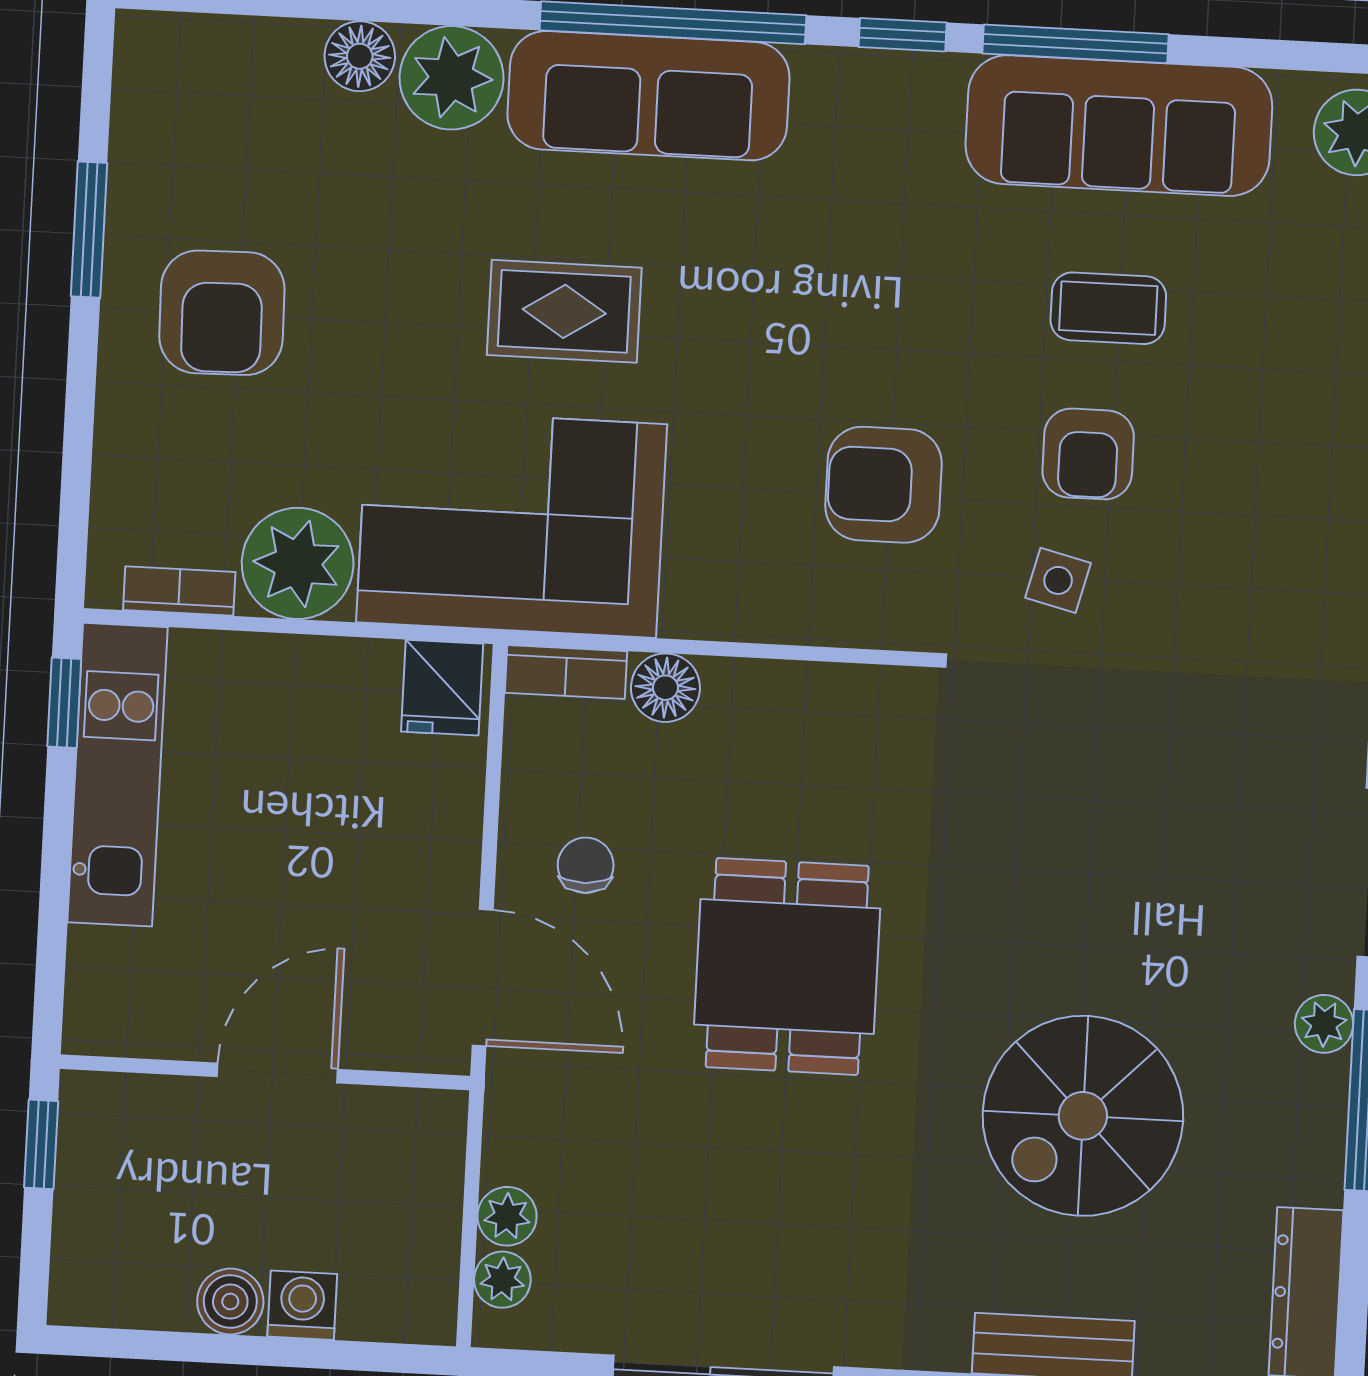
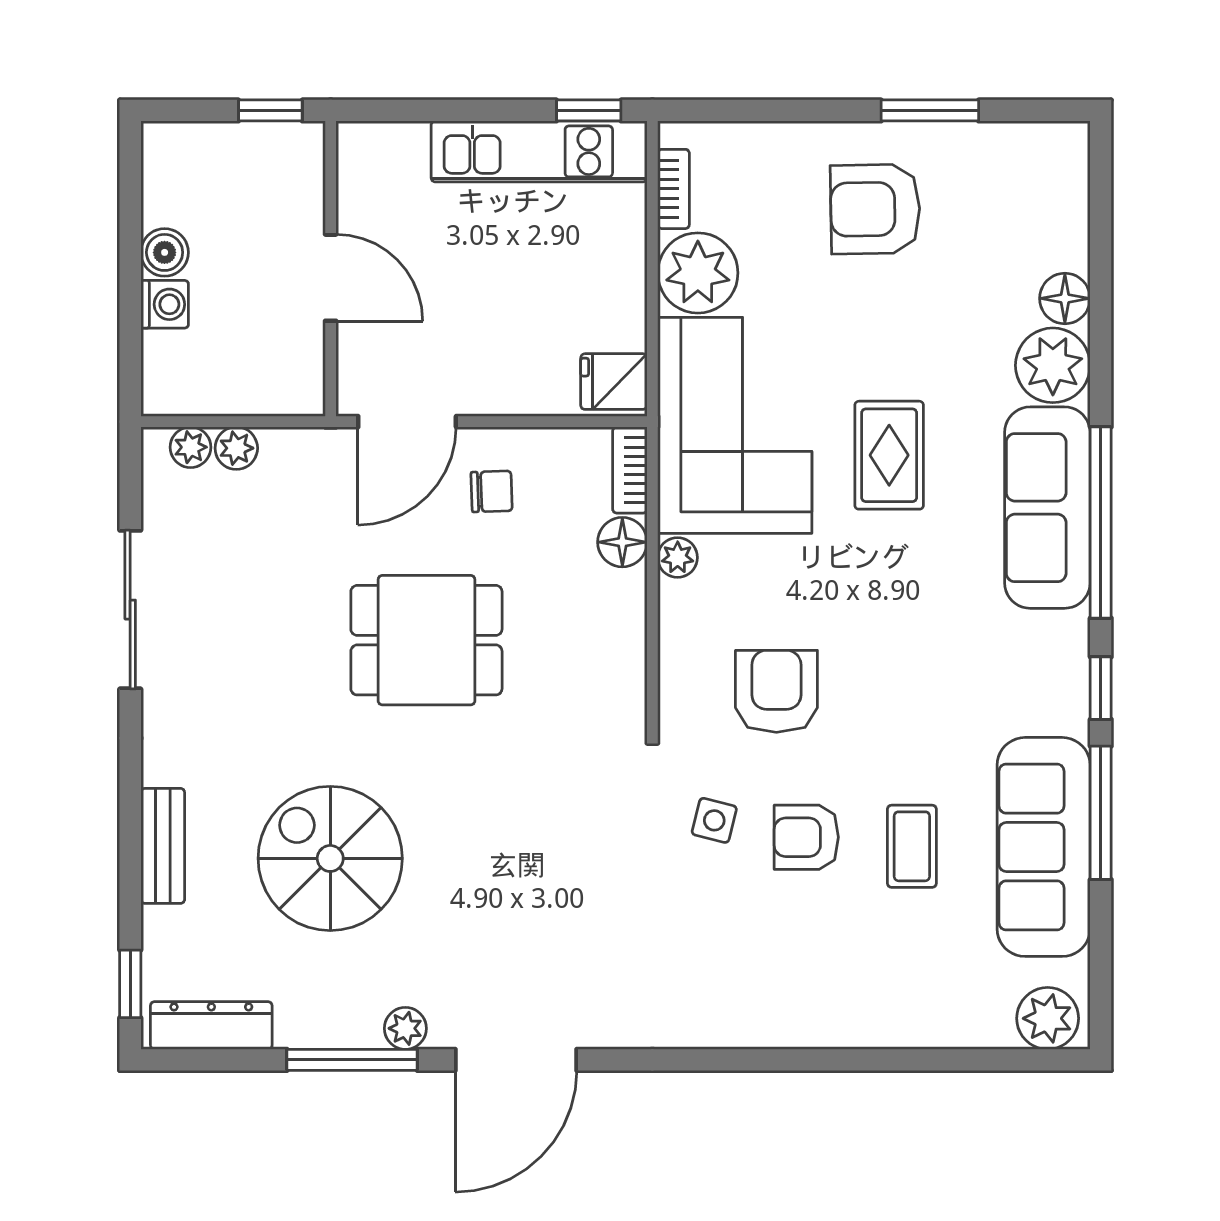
plant: (691, 612) -> (678, 558), added

